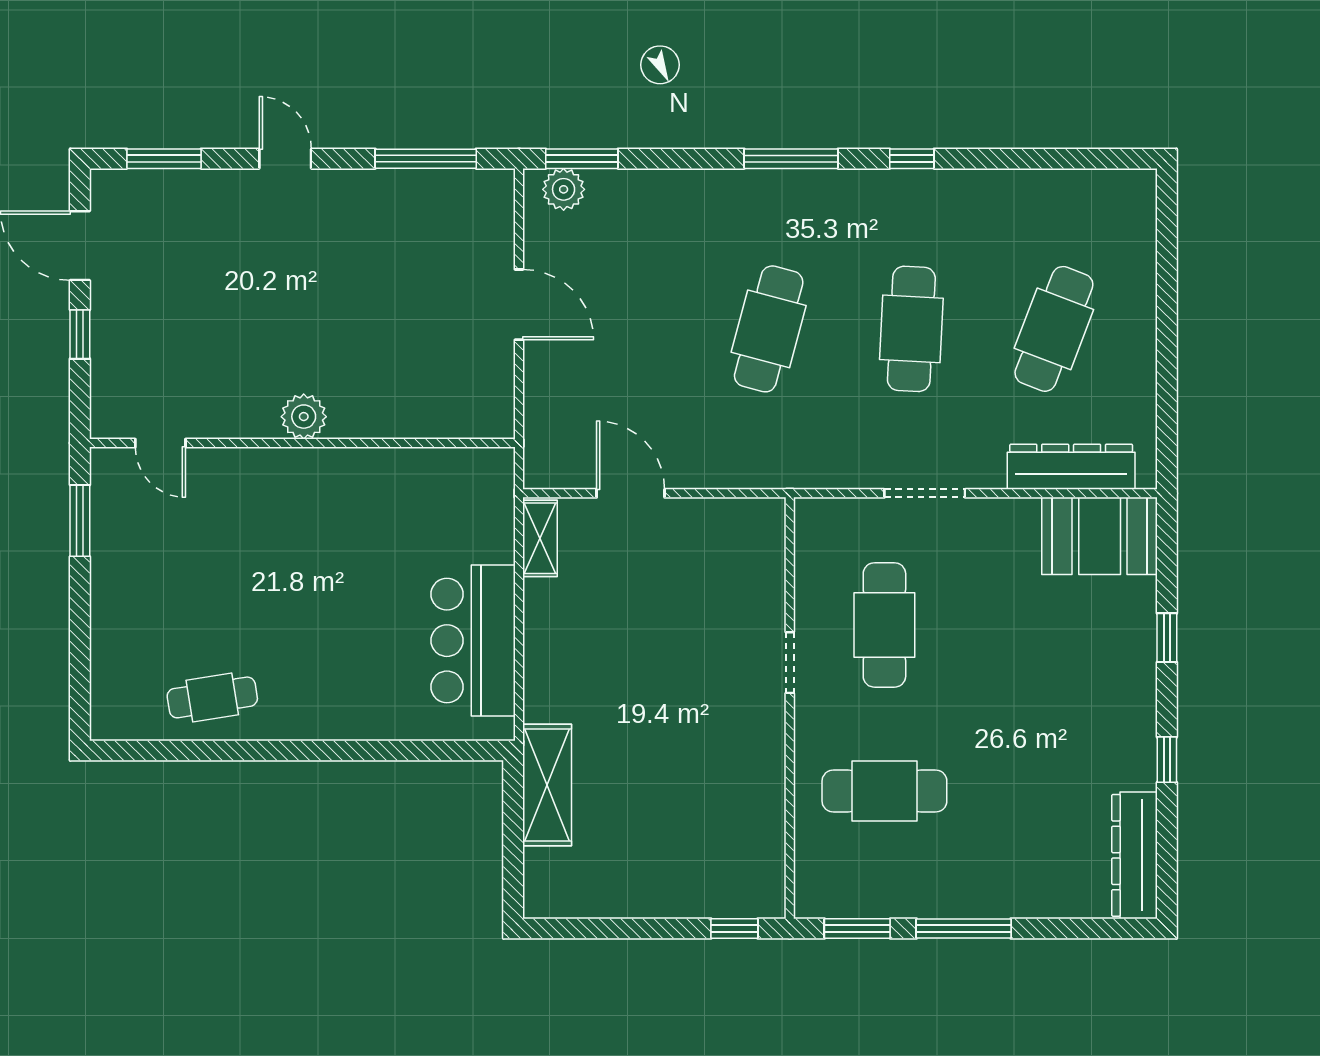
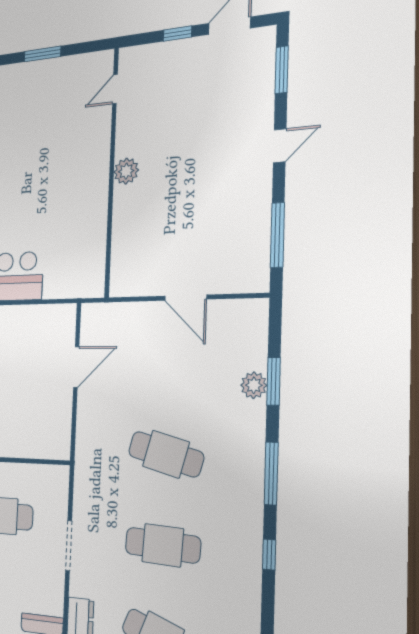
window: (582, 159) -> (274, 381), moved
plant: (564, 189) -> (254, 385), moved
door: (519, 305) -> (186, 298), hinge flipped
window: (80, 521) -> (42, 54), moved
shelving: (540, 538) -> (55, 314), removed

